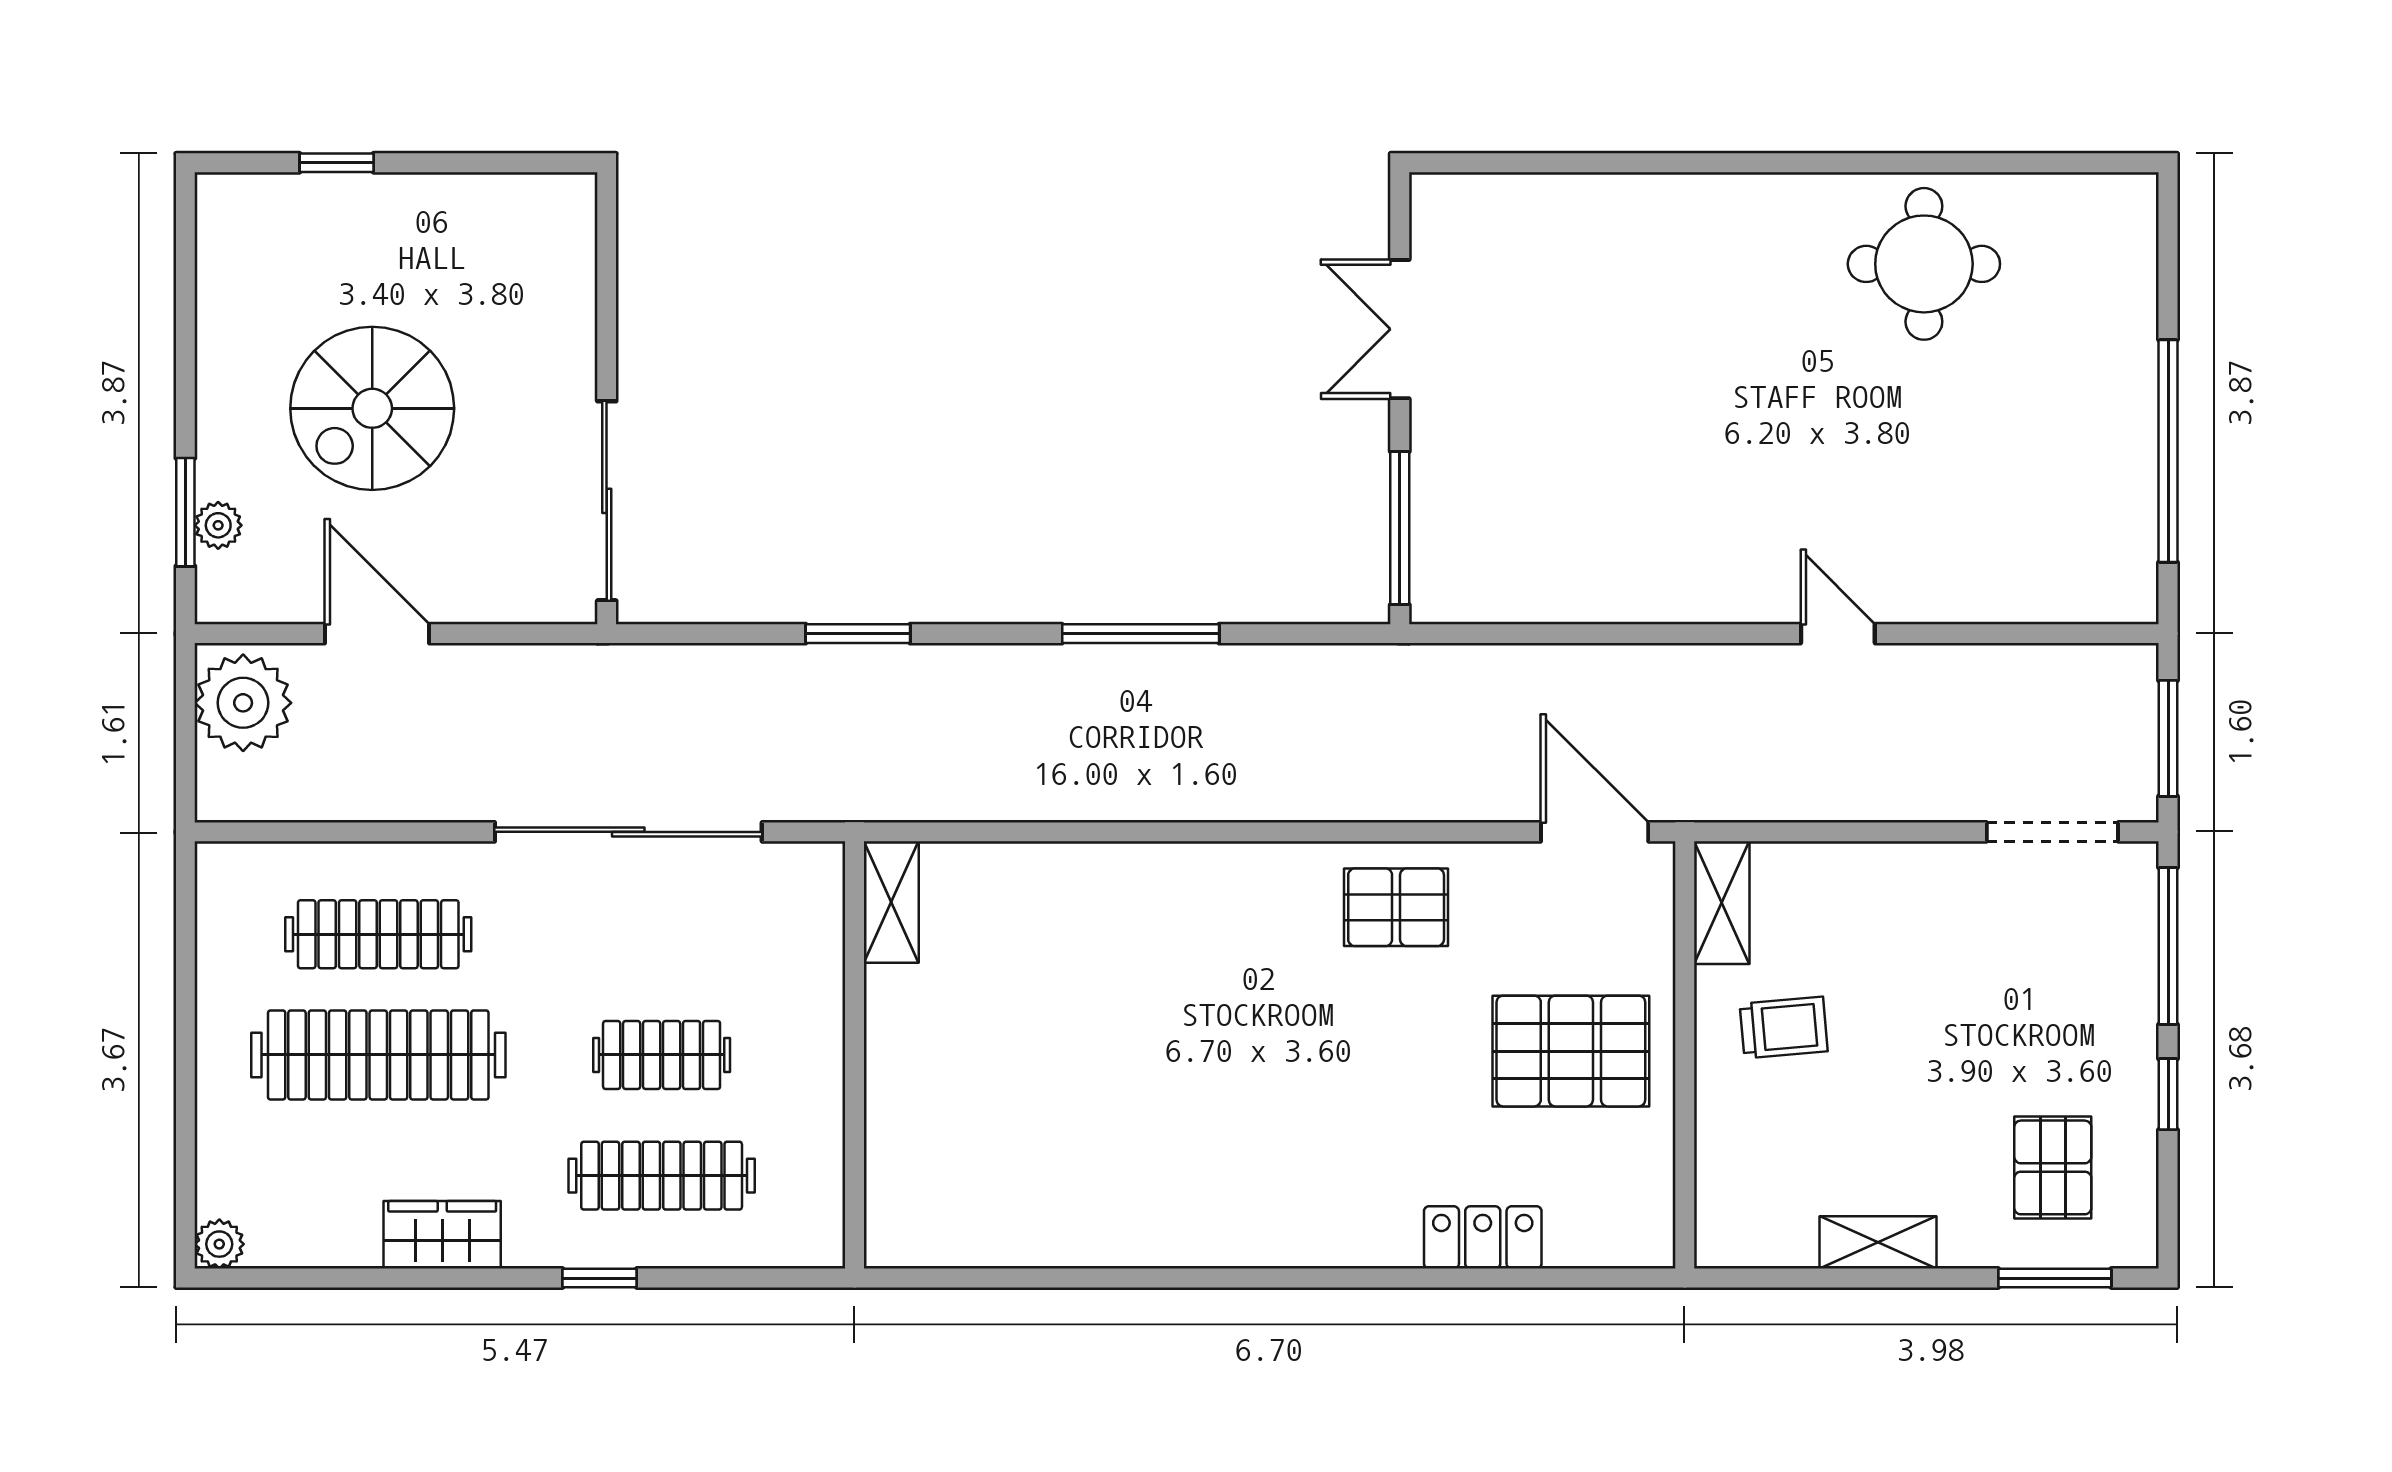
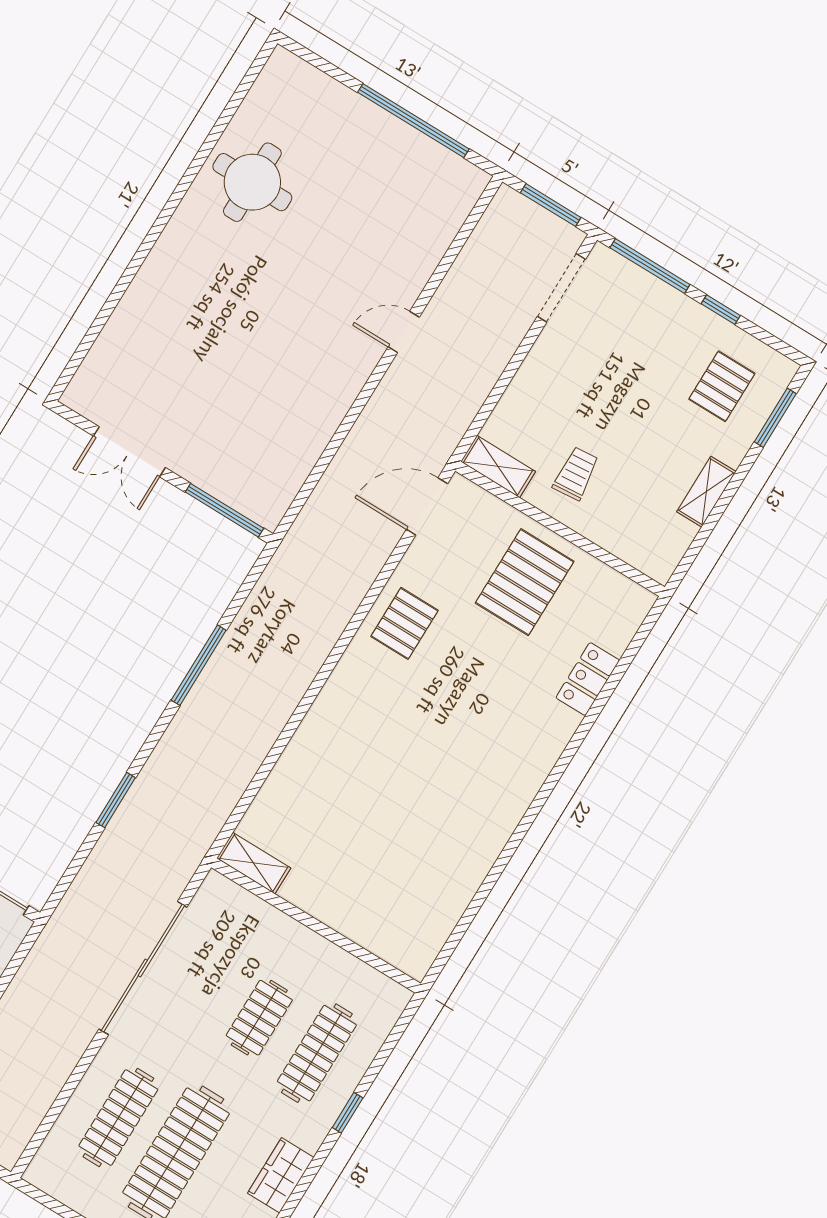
pallet: (2053, 1167) -> (722, 386), turned 90

